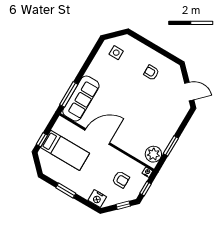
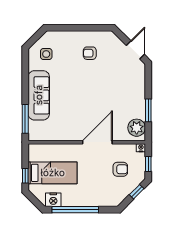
door: (189, 92) -> (135, 50), hinge flipped
sofa: (81, 98) -> (39, 95), moved
door: (97, 136) -> (97, 142), moved
window: (66, 190) -> (75, 210), width x2.11
nightstand: (97, 199) -> (53, 200), moved

